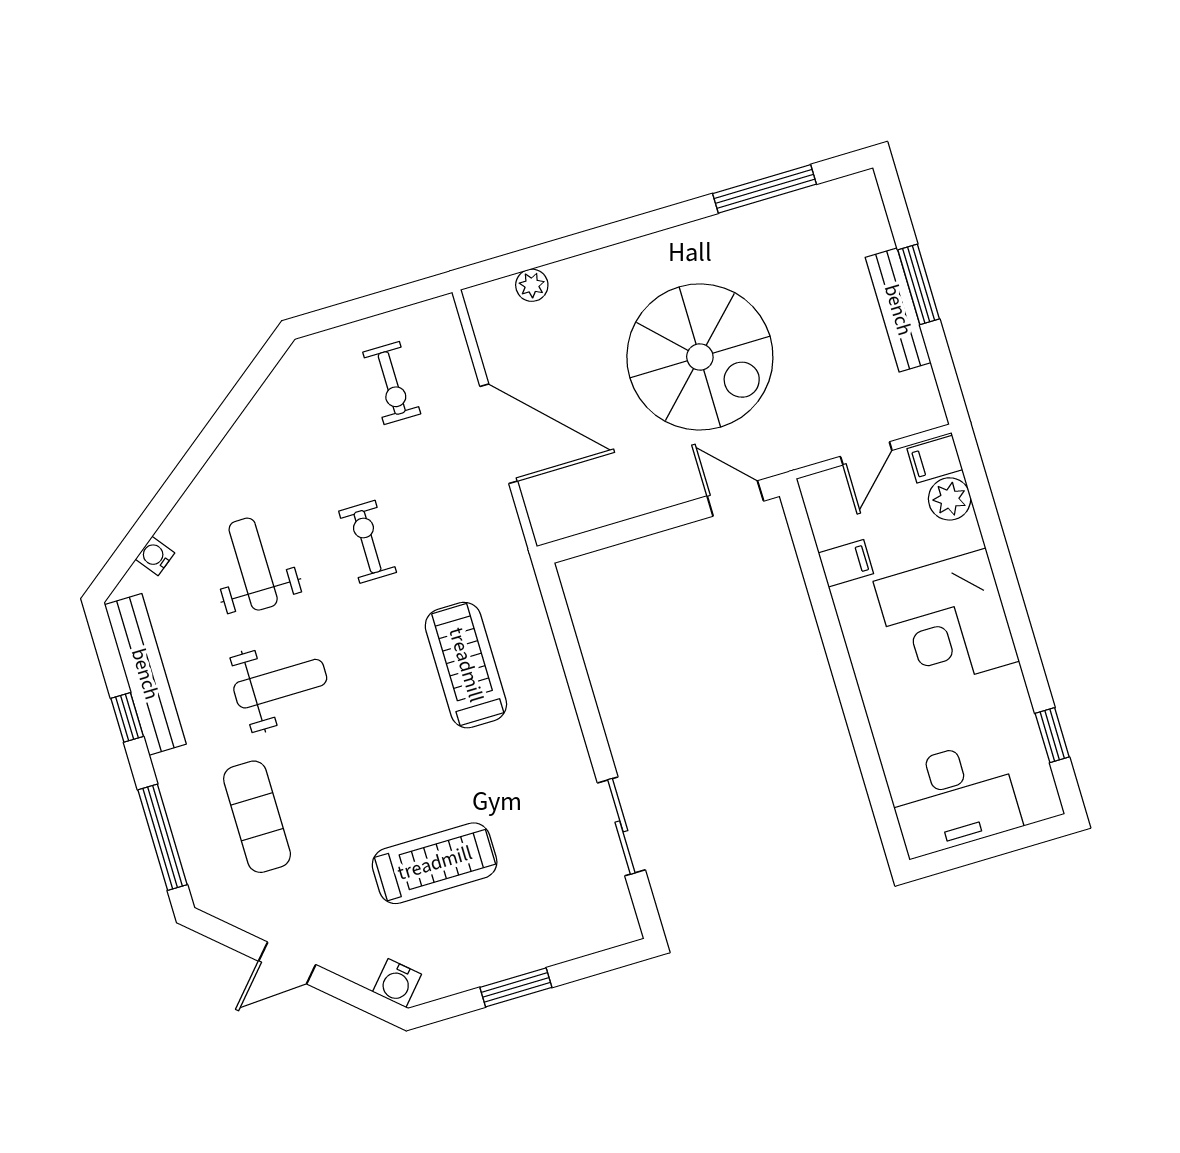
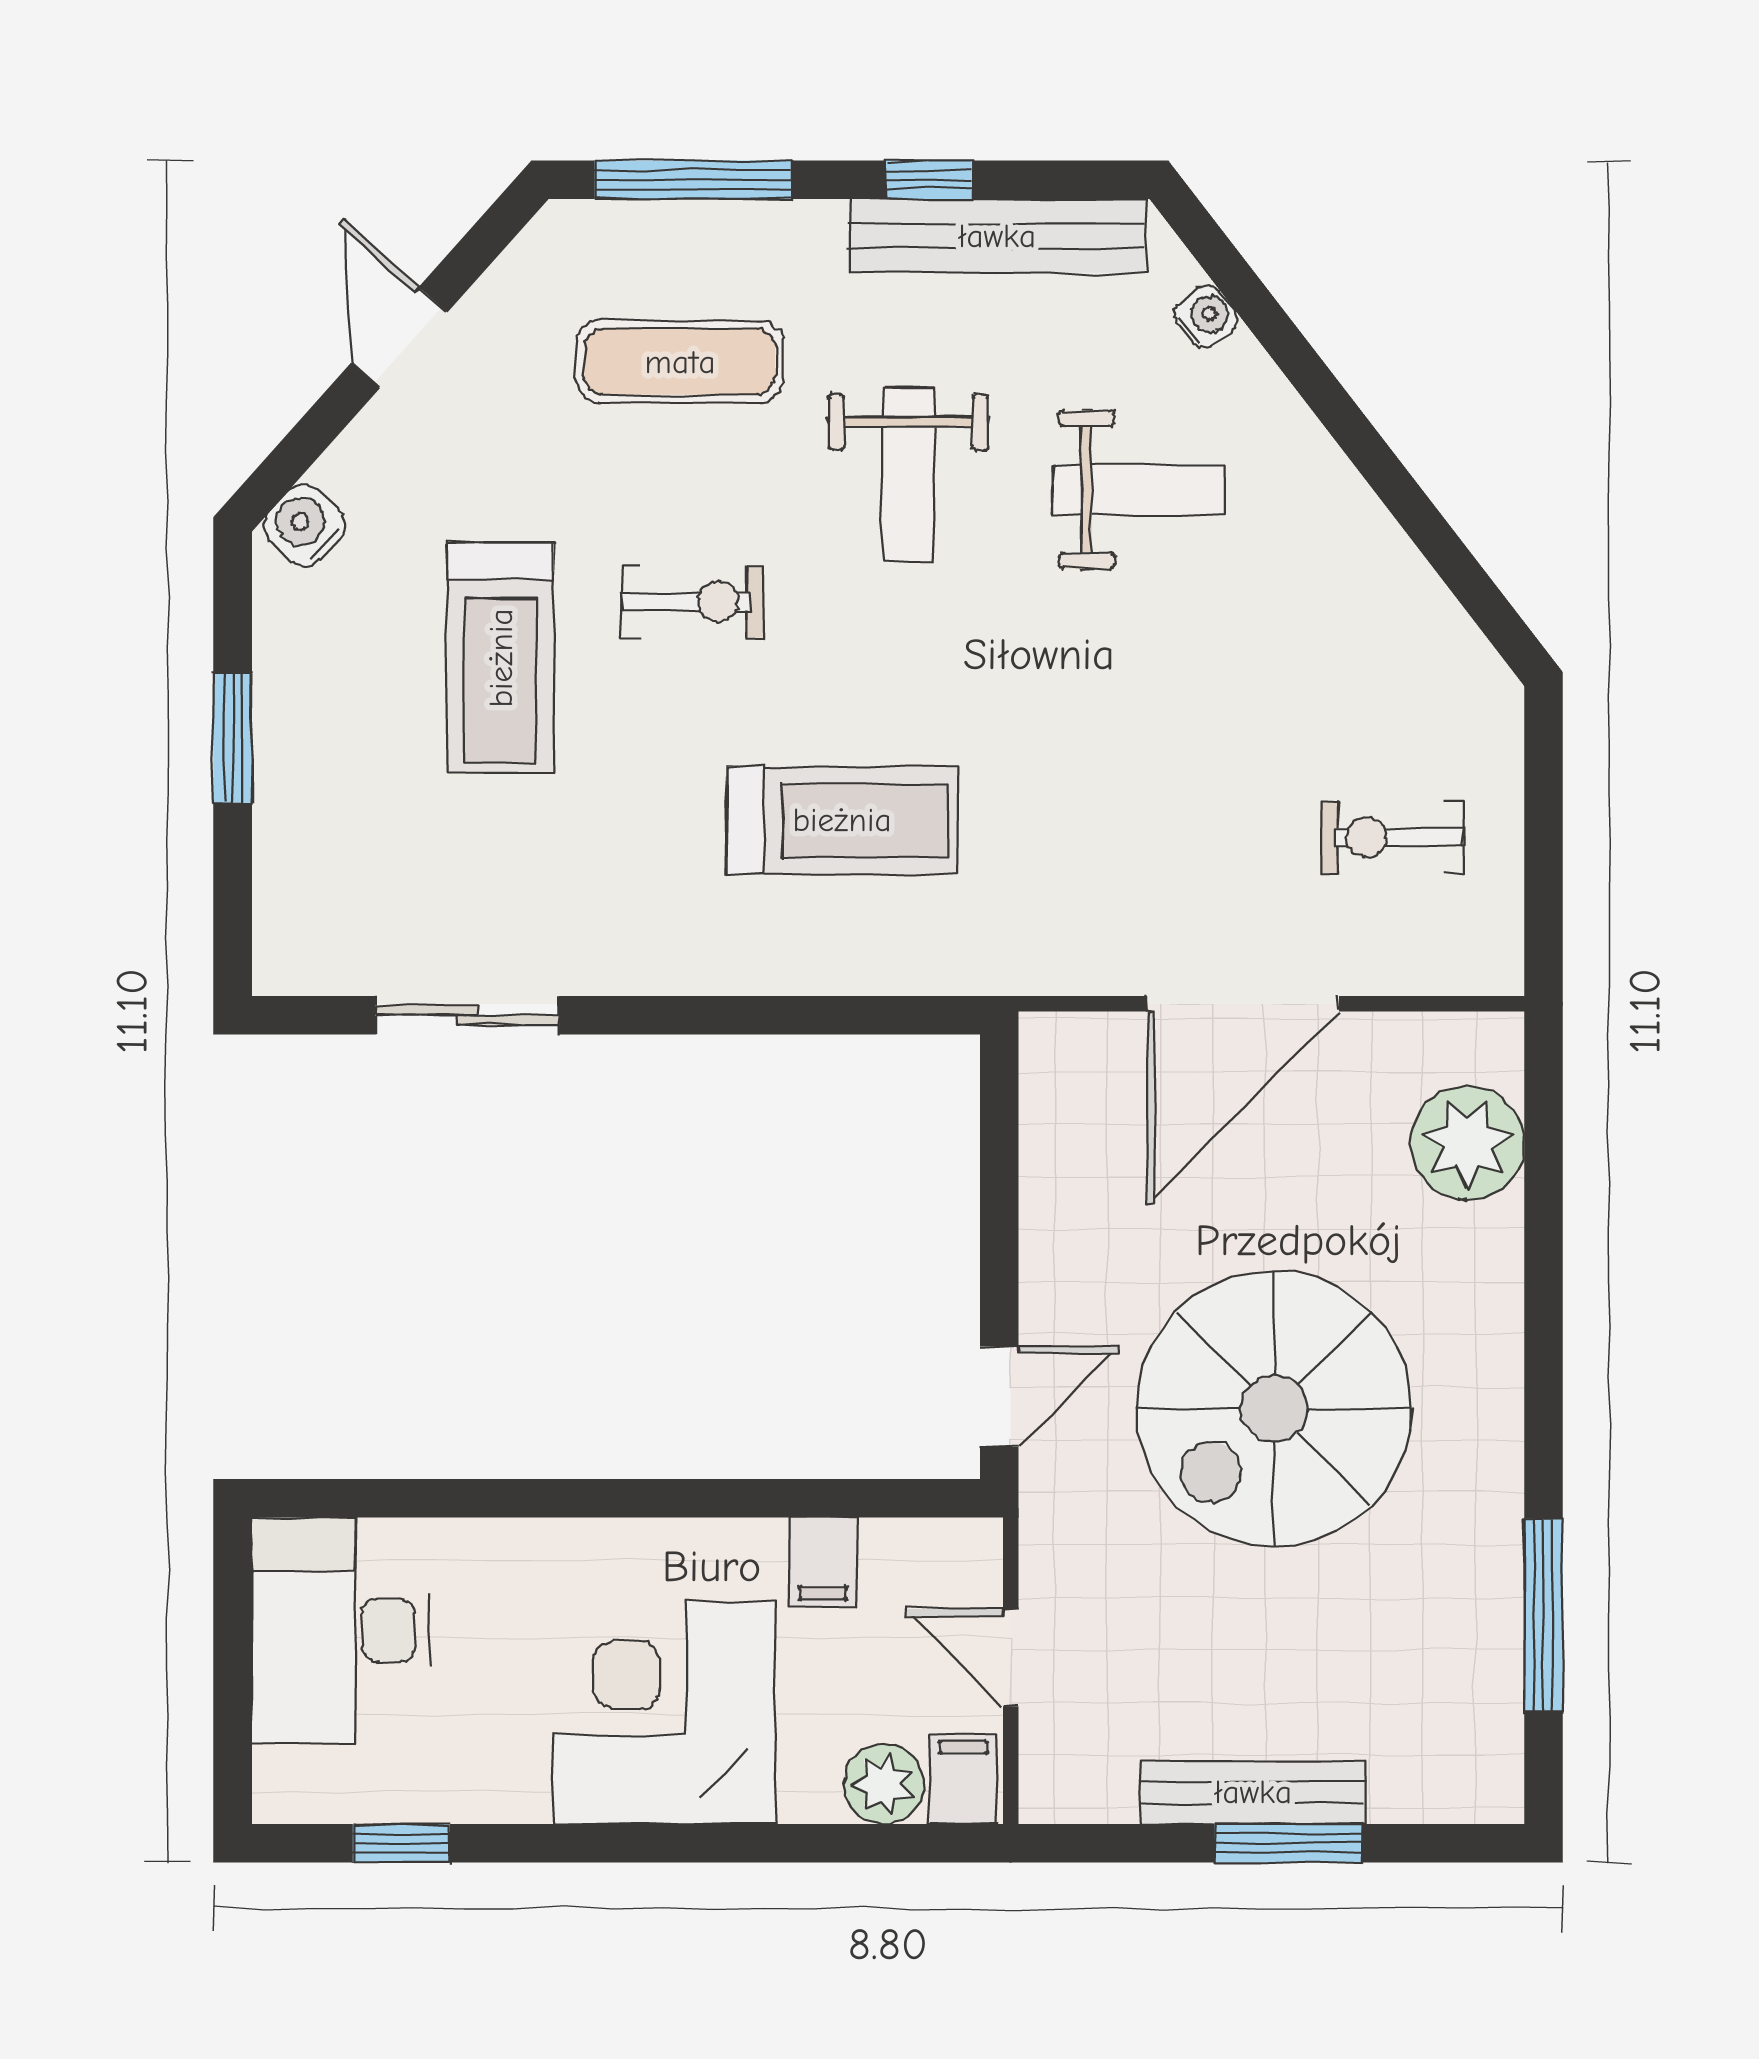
plant: (532, 285) -> (1467, 1143), width x1.88, depth x1.88
exercise bike: (368, 542) -> (693, 602), moved

